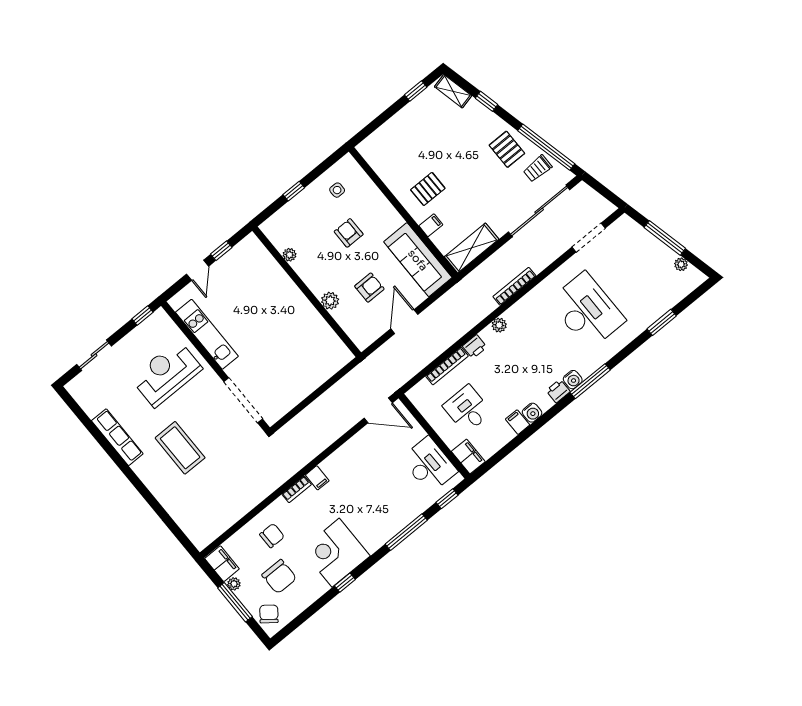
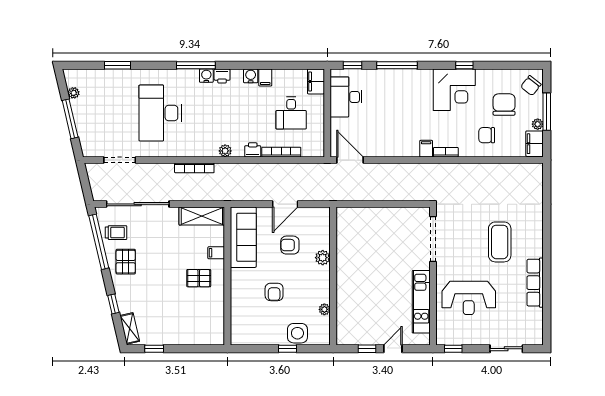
side table: (337, 190) -> (297, 333), moved, width x1.87, depth x1.87

